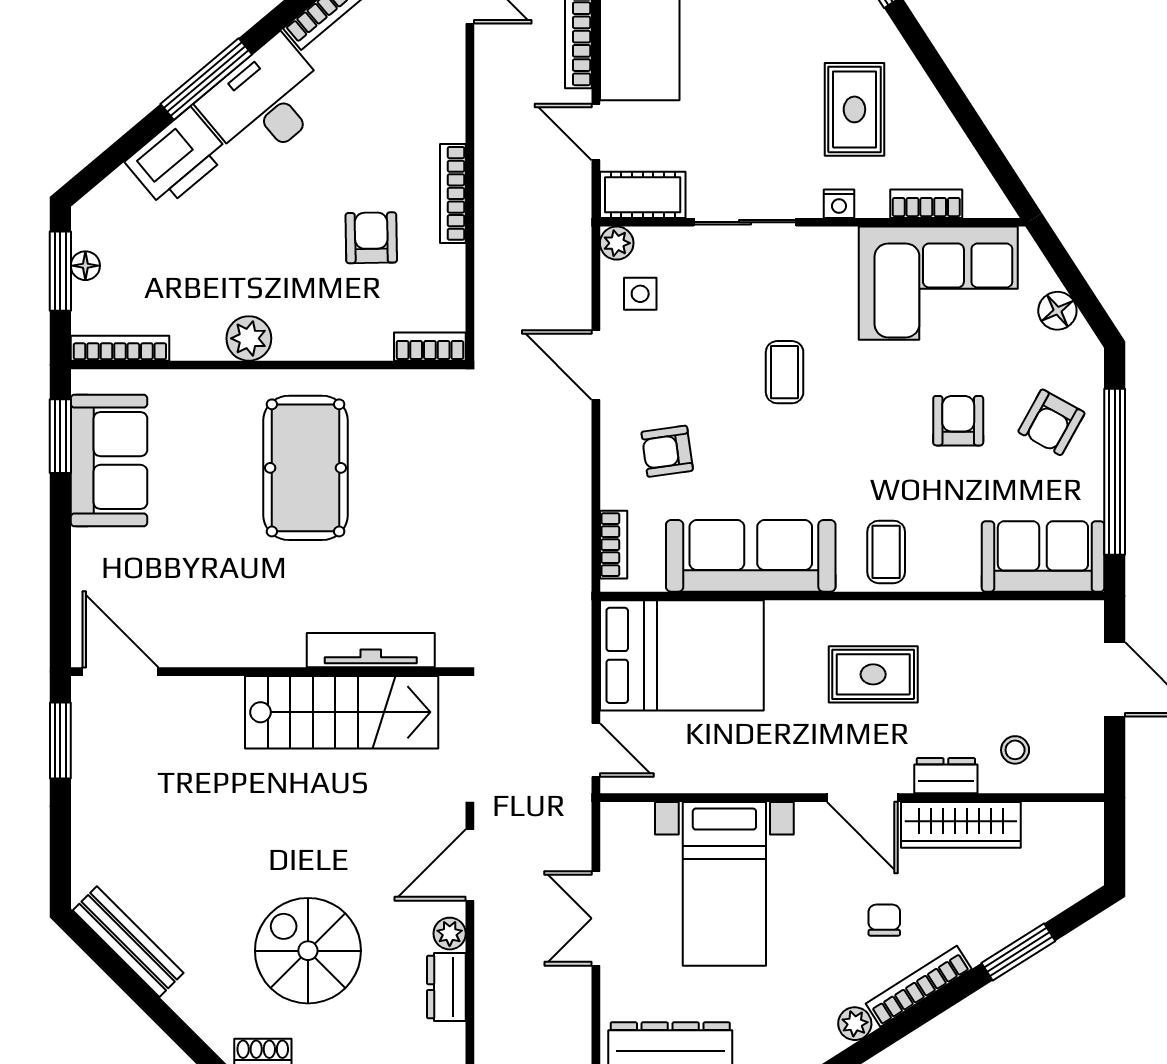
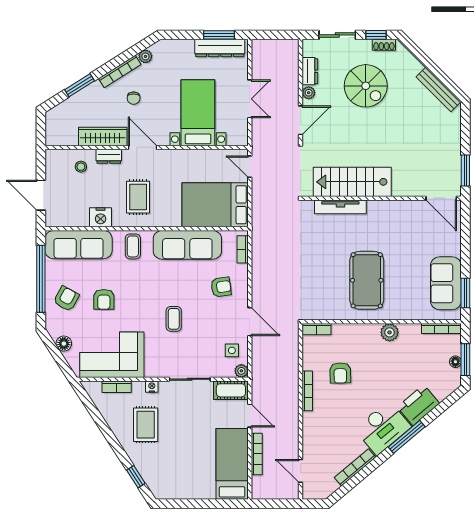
sofa: (1043, 556) -> (79, 245), width x1.36
nightstand: (966, 624) -> (101, 217), added
rug: (873, 674) -> (138, 197), turned 90

